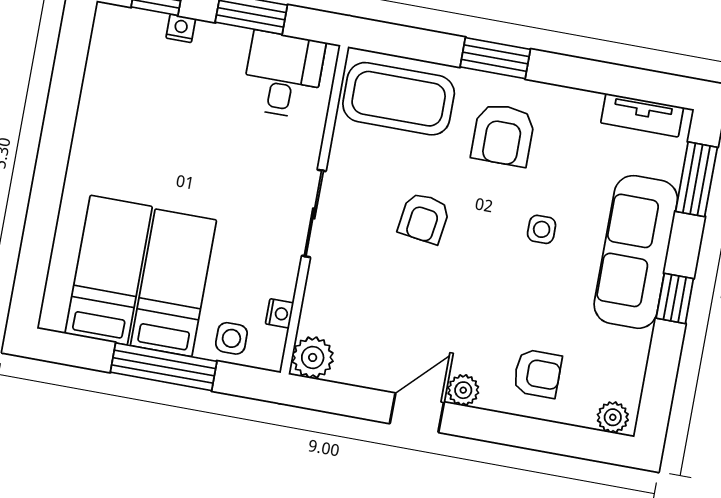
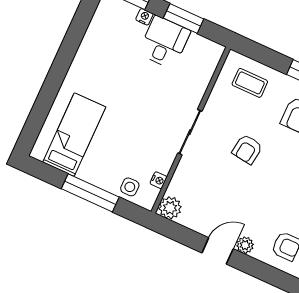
desk: (283, 75) -> (164, 42), moved
coffee table: (399, 99) -> (250, 83), width x0.54, depth x0.58
bed: (173, 283) -> (107, 150), removed

